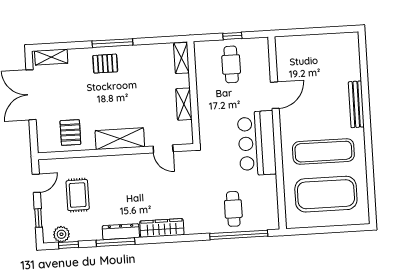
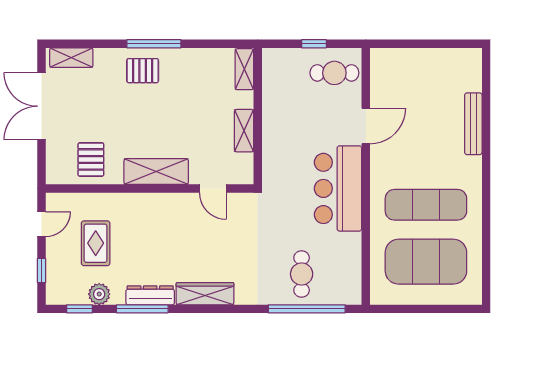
cafe table: (231, 64) -> (334, 73), moved, turned 90
bench: (356, 104) -> (473, 124), moved
plant: (61, 234) -> (99, 294), moved

